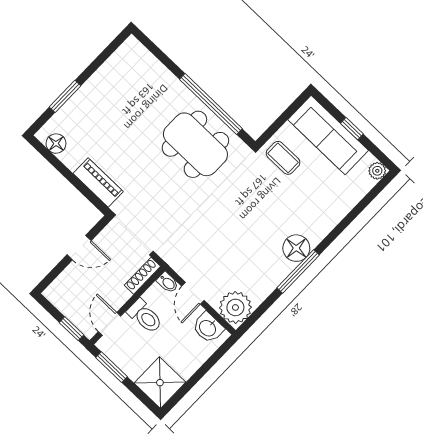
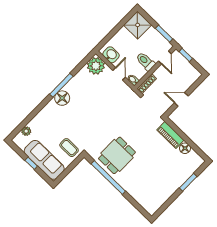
floor lamp: (56, 144) -> (185, 148), moved
dining table: (195, 144) -> (117, 155), width x0.73
plant: (377, 171) -> (26, 131), moved

